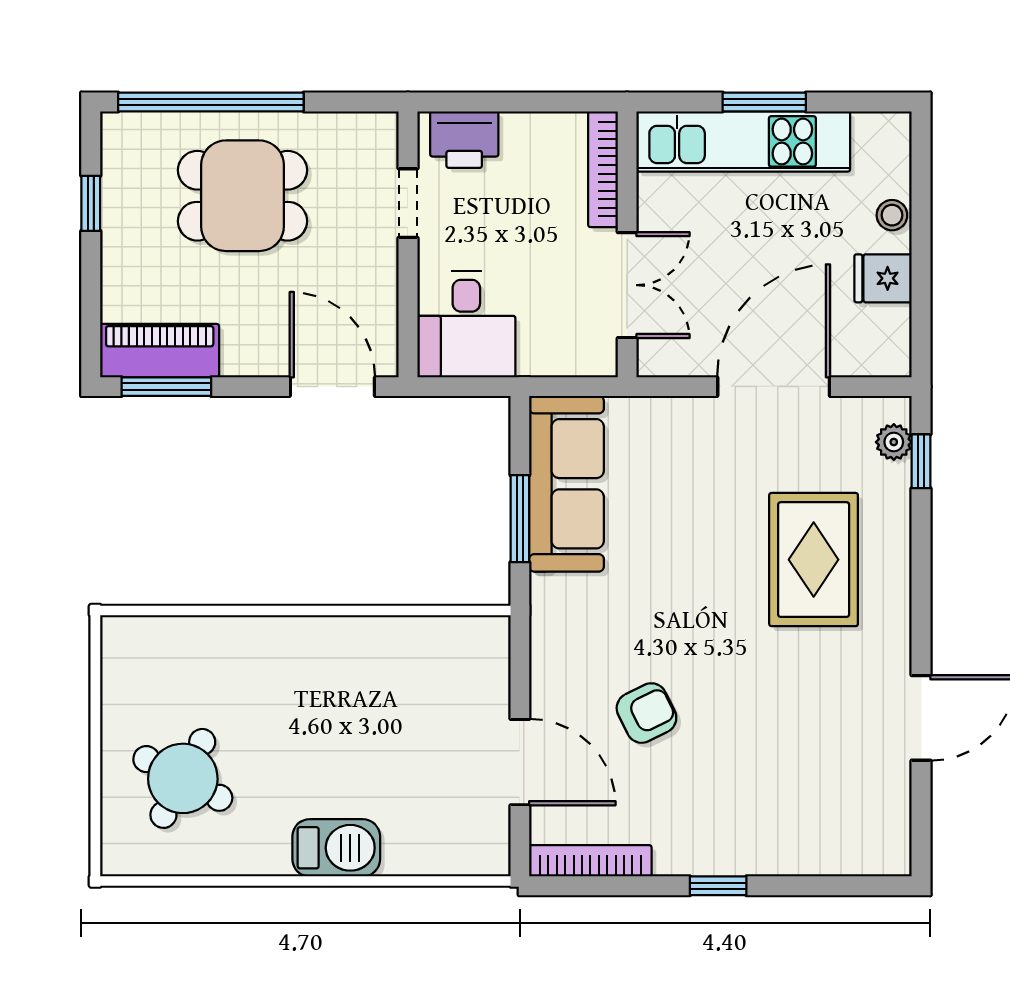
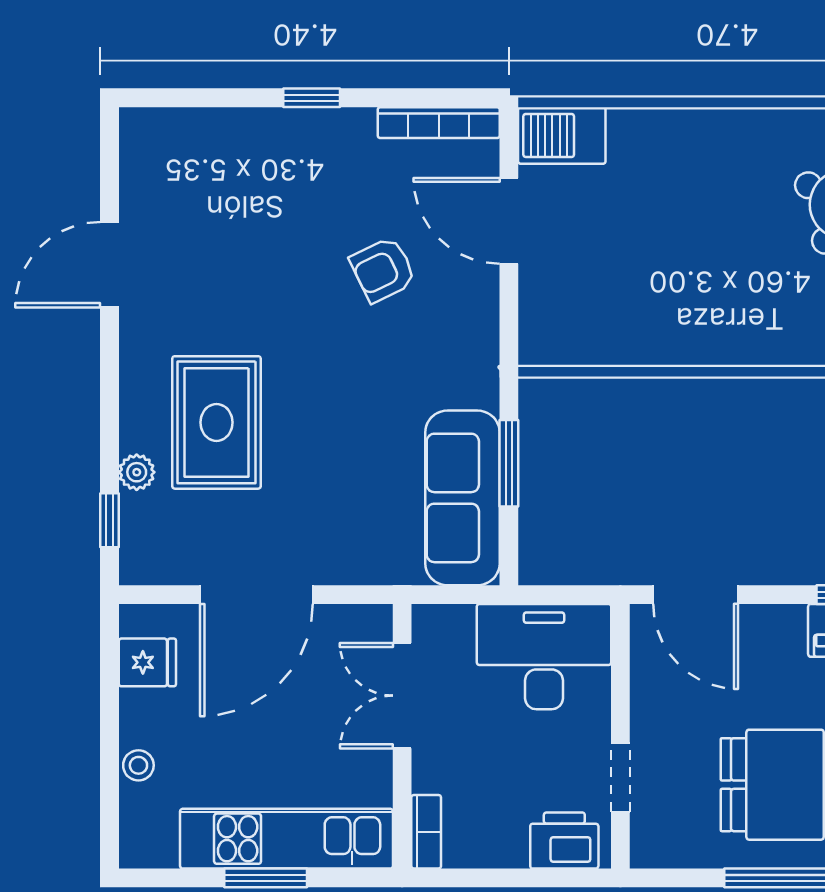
bookcase: (603, 169) -> (426, 832), width x0.64
fridge: (883, 278) -> (147, 662), moved
desk: (466, 324) -> (544, 657), width x1.37
plant: (894, 442) -> (137, 472), moved
barbecue: (336, 848) -> (562, 135), moved

